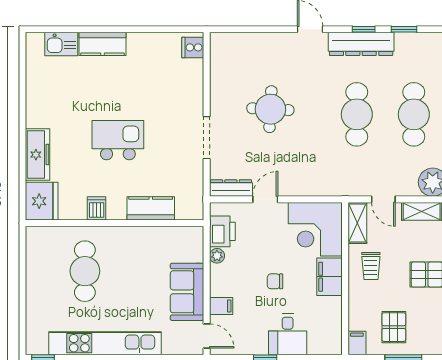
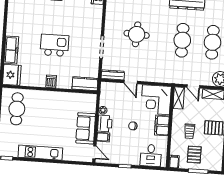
door: (265, 199) -> (131, 82), swing flipped
dishwasher: (97, 208) -> (51, 81), moved
kitchen counter: (151, 208) -> (85, 84), moved
printer: (222, 231) -> (105, 123), moved
trolley: (371, 266) -> (190, 131), moved
cafe table: (85, 271) -> (17, 109), moved
desk: (288, 334) -> (151, 155), moved
kitchen unit: (105, 343) -> (40, 153), width x0.73

